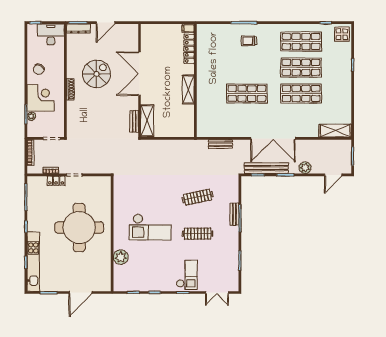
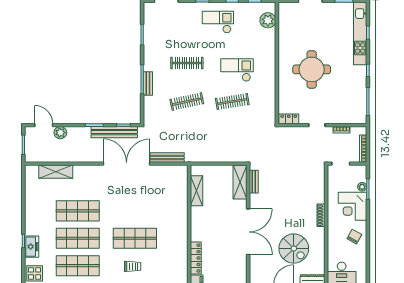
freezer: (345, 60) -> (32, 247), added
spiral stairs: (97, 74) -> (294, 249), moved, turned -90
shelving: (188, 89) -> (197, 191), moved
shop shelf: (247, 93) -> (135, 238), moved
shelving: (335, 131) -> (56, 172), moved
double door: (273, 138) -> (127, 164), moved
bench: (221, 144) -> (167, 158), width x1.36
plant: (305, 168) -> (60, 133), moved
door: (333, 175) -> (44, 125), hinge flipped
locker: (56, 181) -> (289, 119), moved
clothes rail: (154, 197) -> (232, 102), added
checkout: (150, 227) -> (237, 70), width x0.73, depth x0.83
round table: (79, 228) -> (312, 69), width x0.73, depth x0.73
plant: (121, 257) -> (268, 20), moved
checkout: (187, 275) -> (218, 22), moved, turned 90

